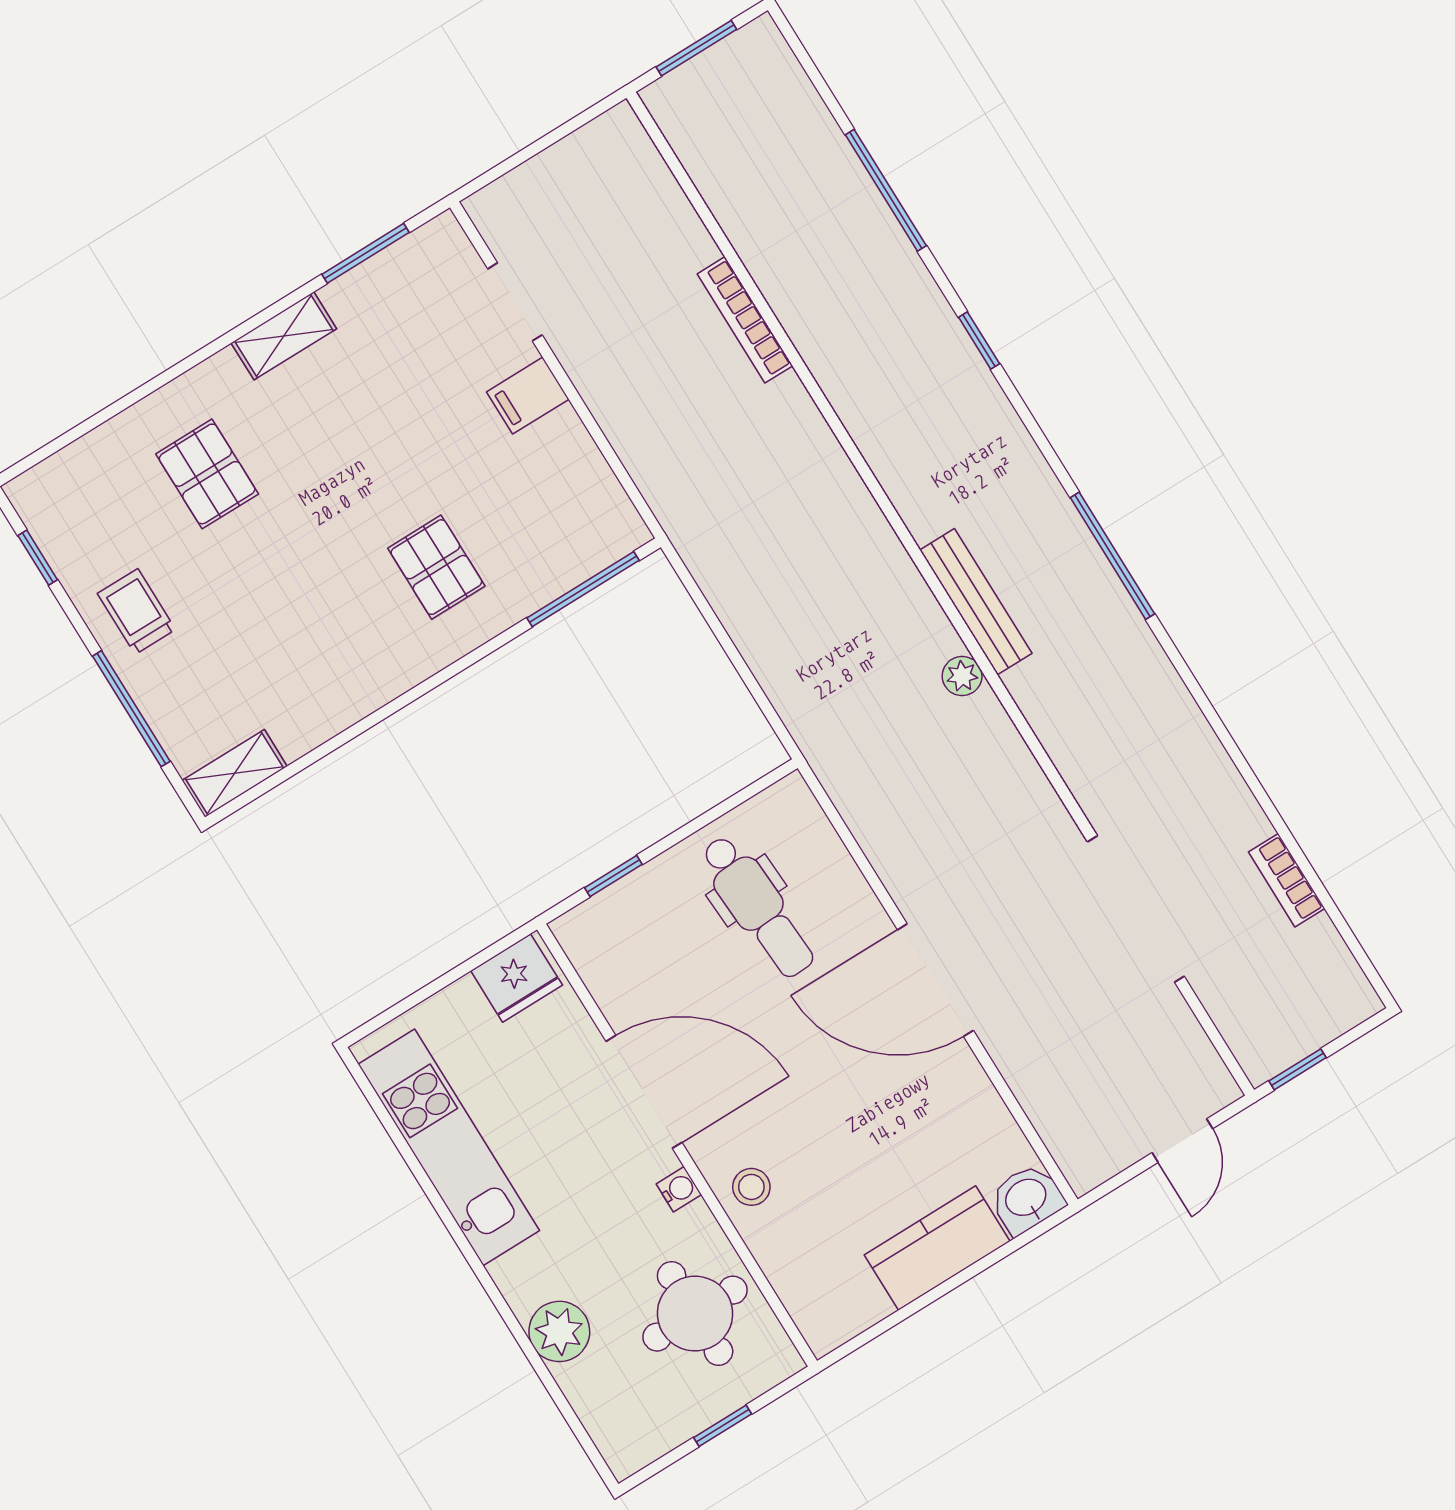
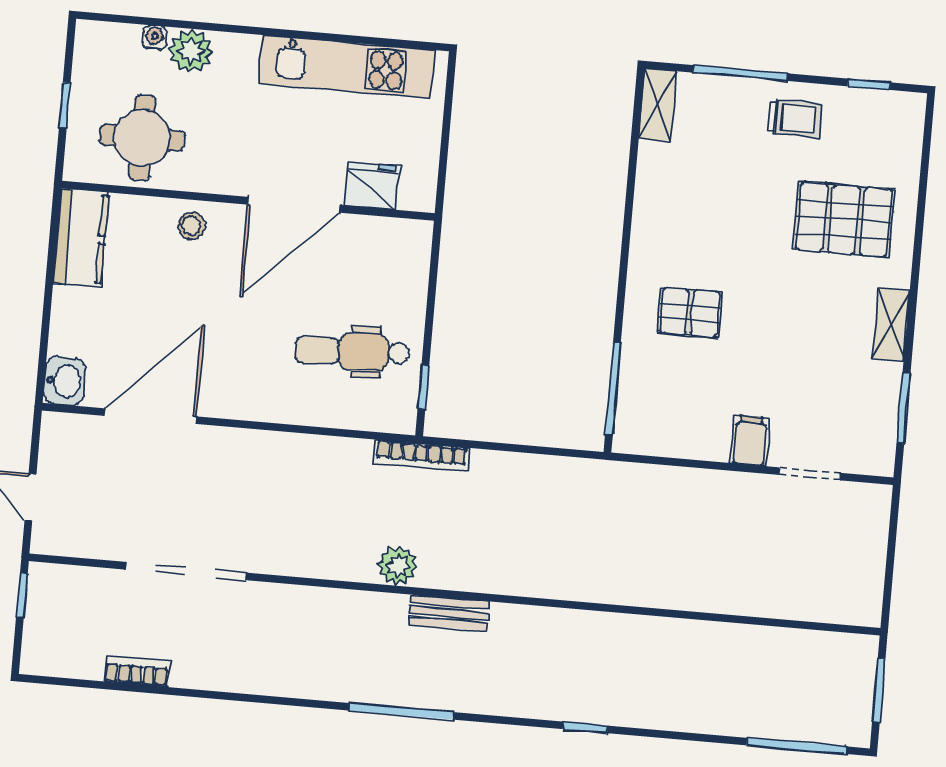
window: (886, 190) -> (796, 746), moved
bookcase: (745, 320) -> (421, 456), moved, turned 180
pallet: (207, 474) -> (844, 220), width x1.50, depth x1.42
bench: (976, 602) -> (449, 613), width x0.73
plant: (962, 676) -> (398, 566), width x1.38, depth x1.38
window: (613, 876) -> (423, 387), moved
fridge: (517, 978) -> (372, 186), moved, turned 90
door: (935, 980) -> (150, 416), moved
water cooler: (679, 1189) -> (155, 38), moved, turned 180
kitchen counter: (937, 1248) -> (81, 238), moved

